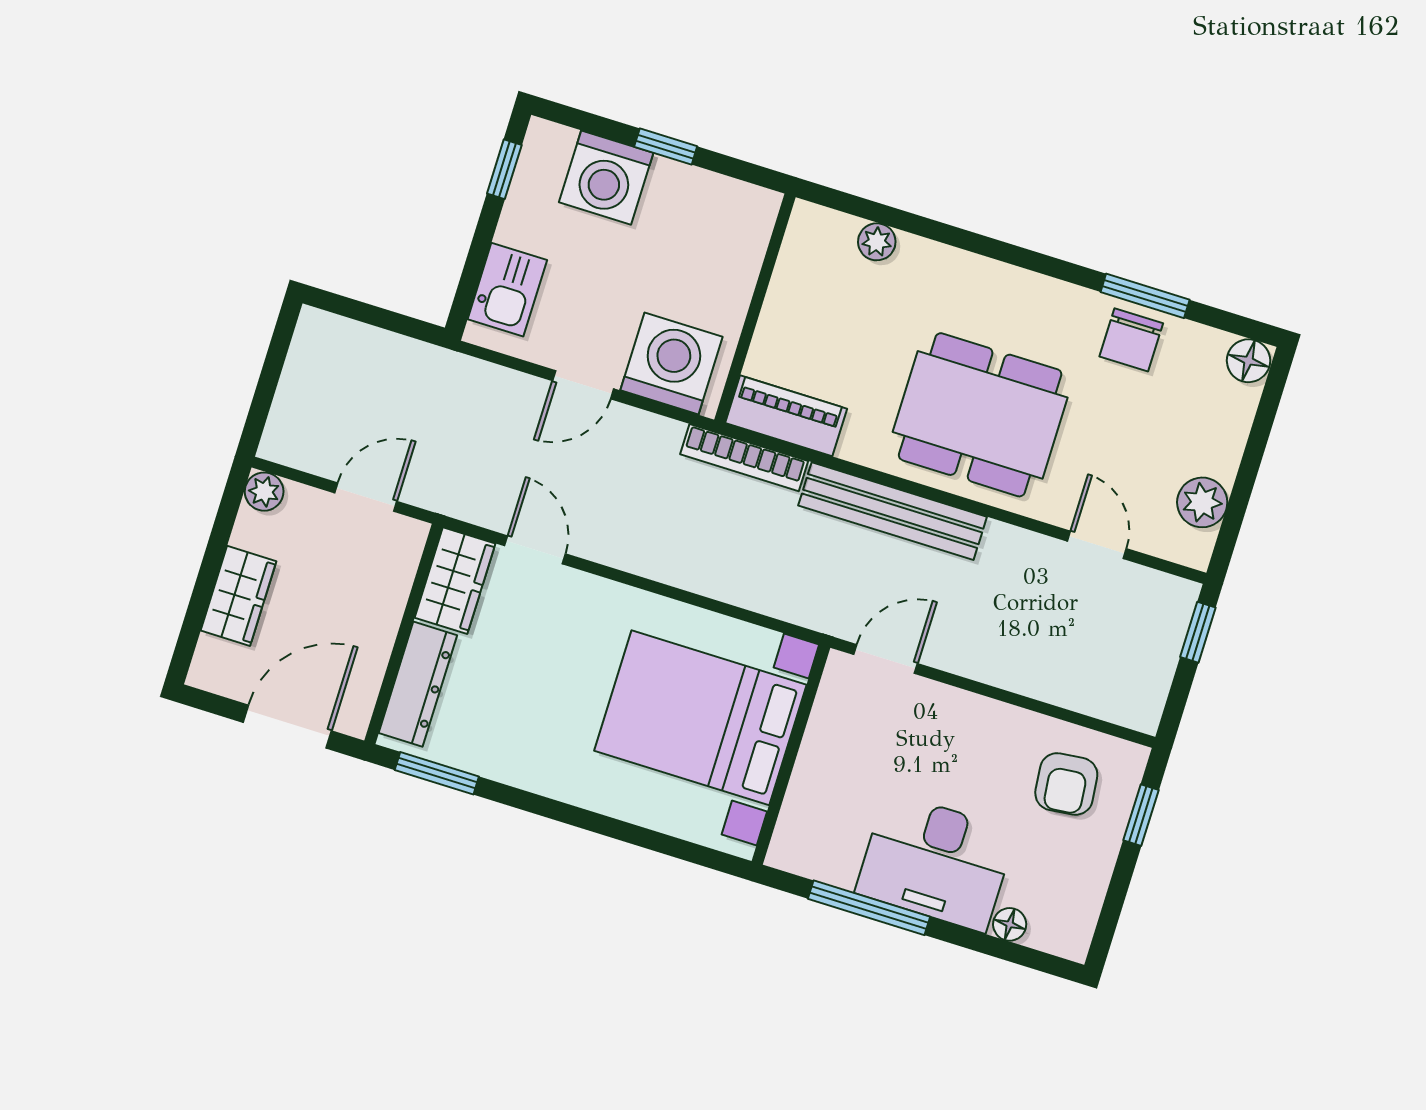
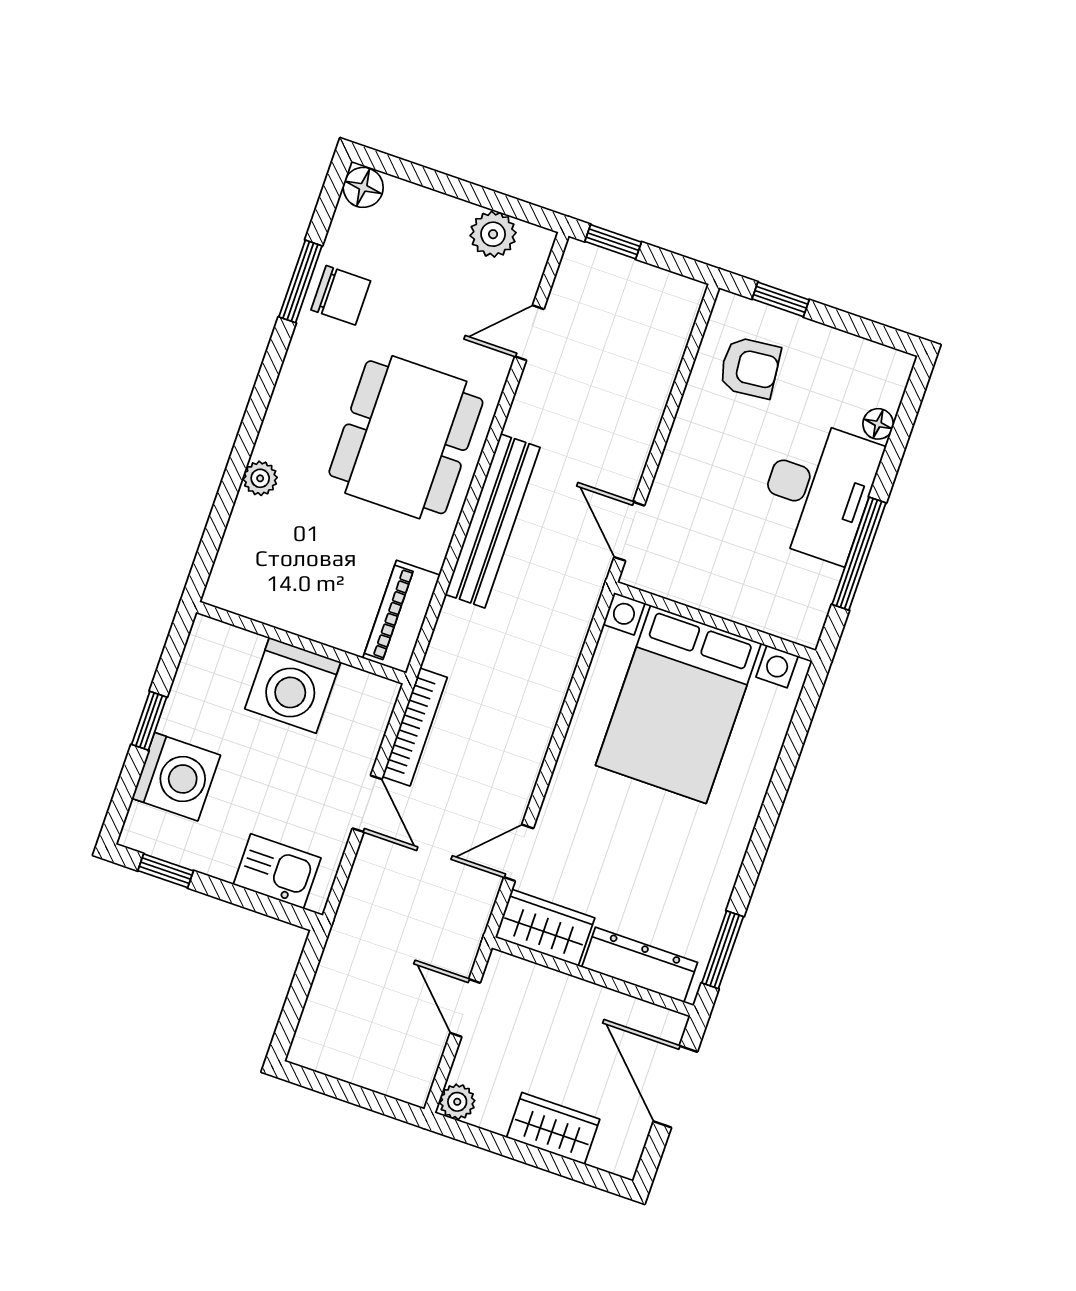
plant: (877, 242) -> (260, 478), moved
washing machine: (671, 364) -> (293, 685), moved, turned -90
bookcase: (744, 458) -> (415, 727), moved

